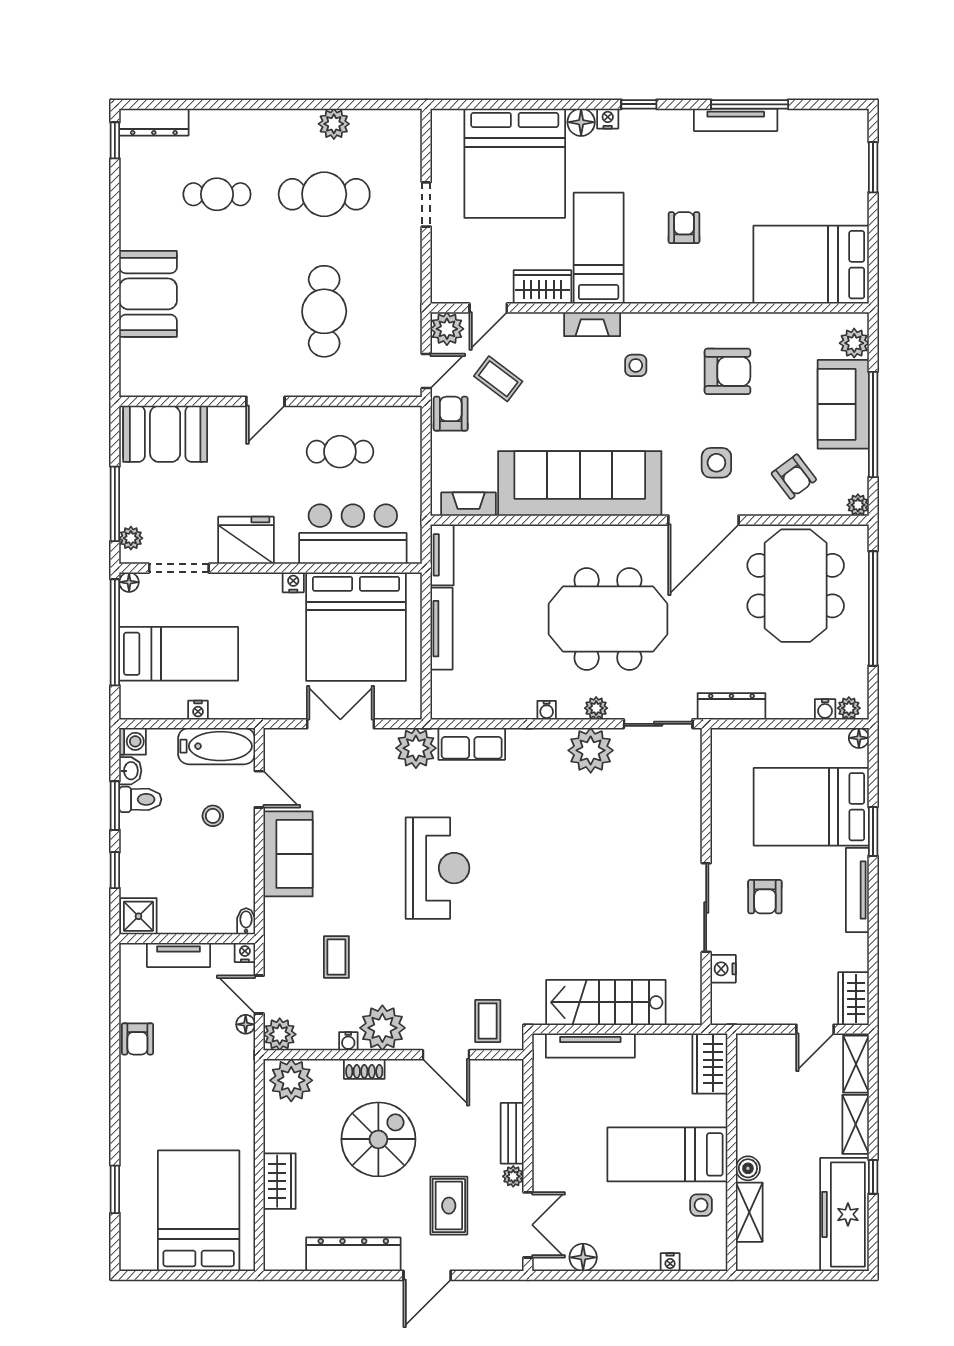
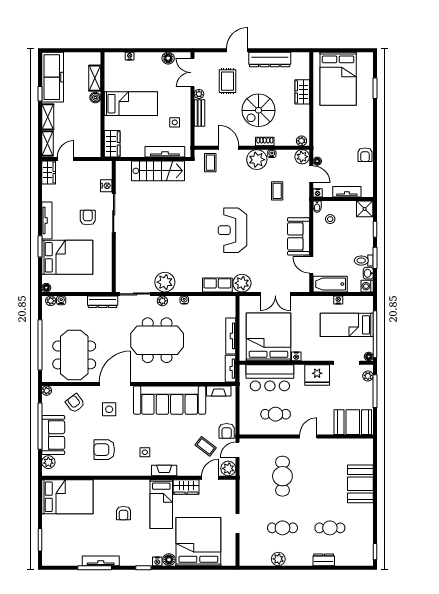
dresser: (154, 122) -> (324, 560), moved, width x0.70
cafe table: (324, 194) -> (282, 528), width x0.73, depth x0.74
stool: (213, 816) -> (330, 219), moved
armchair: (137, 1039) -> (365, 155), turned 180
plant: (291, 1080) -> (301, 141), width x0.53, depth x0.53
side table: (701, 1205) -> (175, 122), moved

